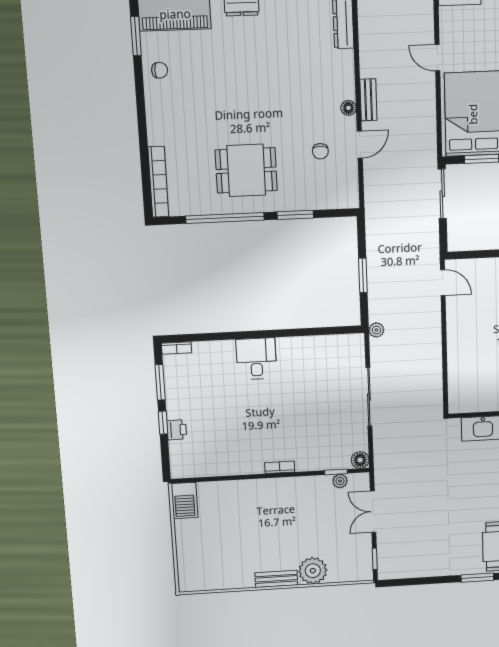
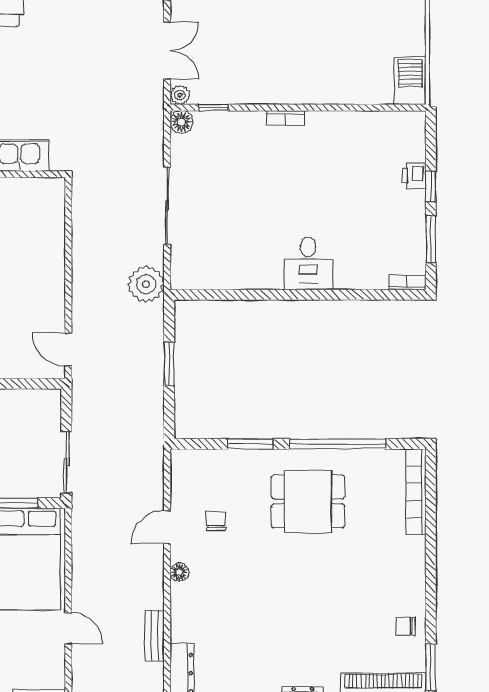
bench: (368, 100) -> (155, 636), moved
plant: (376, 330) -> (146, 284), width x1.87, depth x1.87
plant: (340, 481) -> (180, 95), moved

